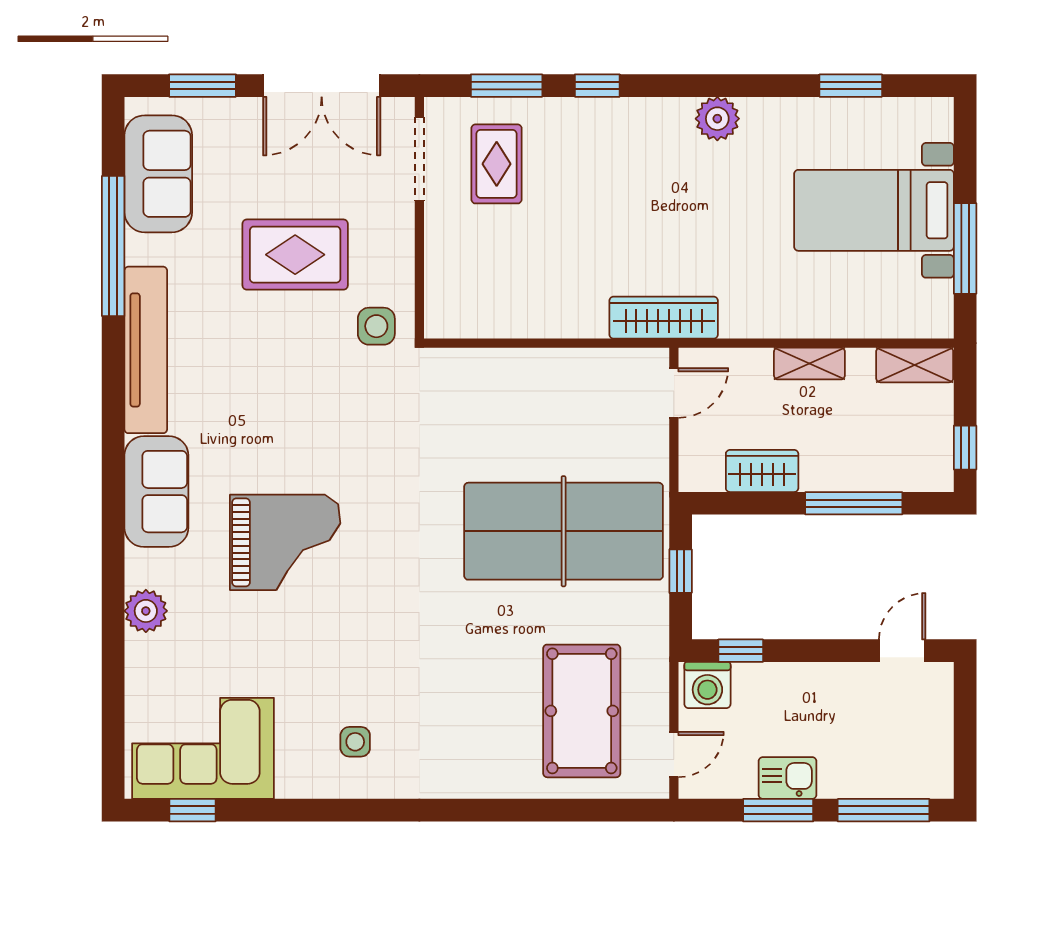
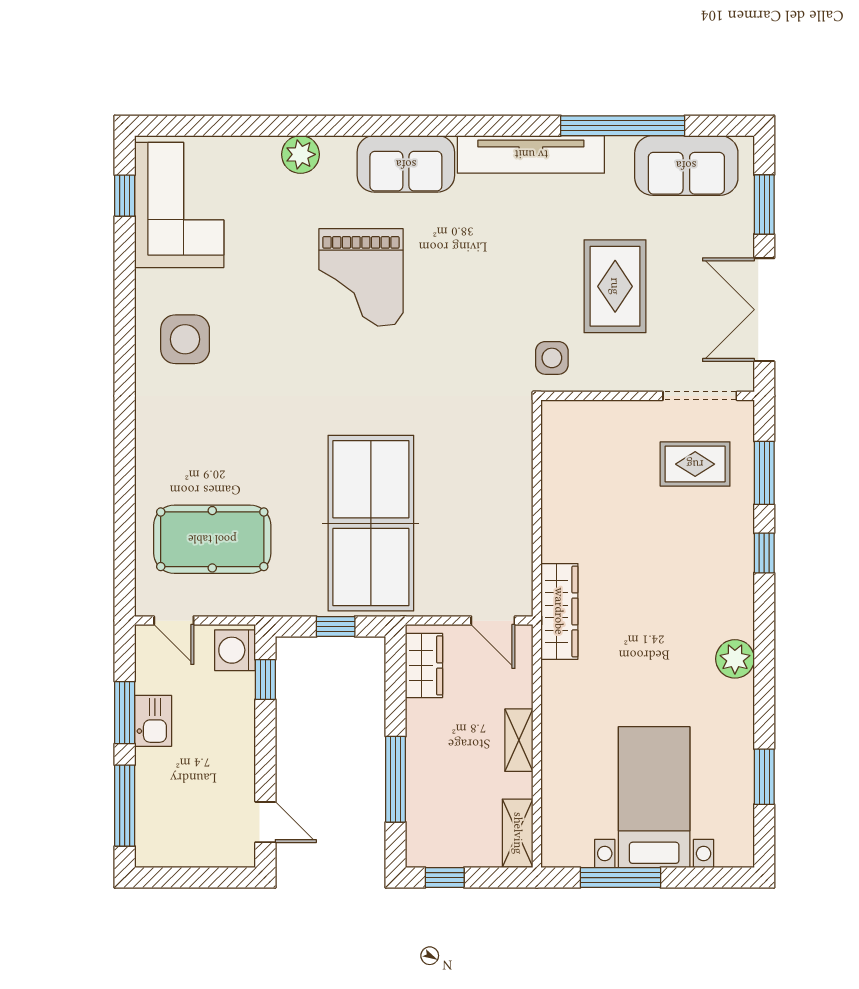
wardrobe: (762, 471) -> (424, 665), moved
side table: (355, 742) -> (185, 339), width x1.87, depth x1.87

